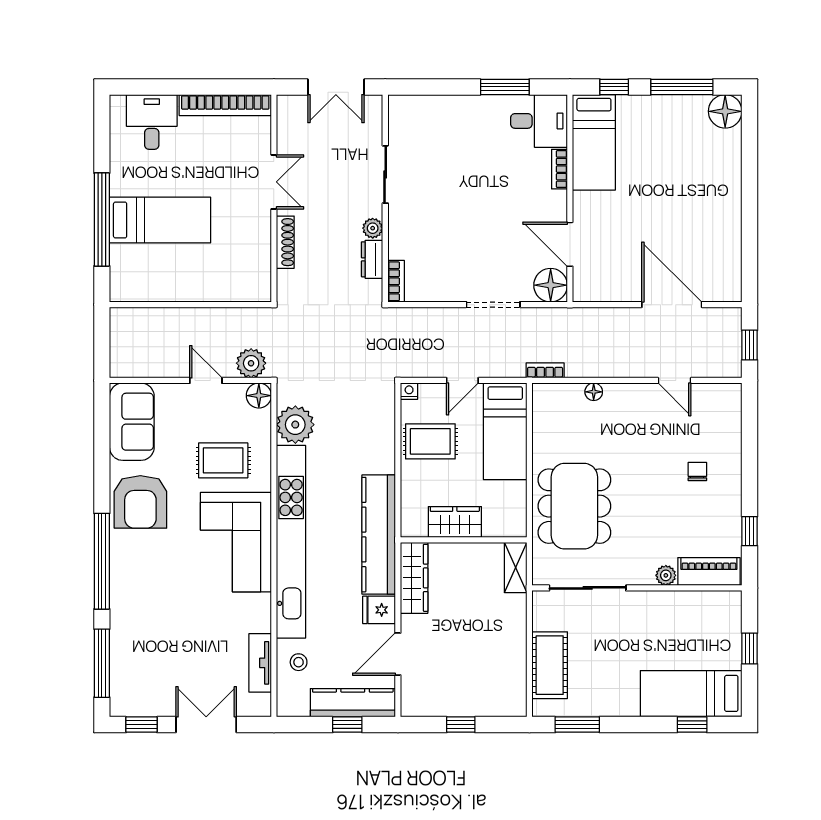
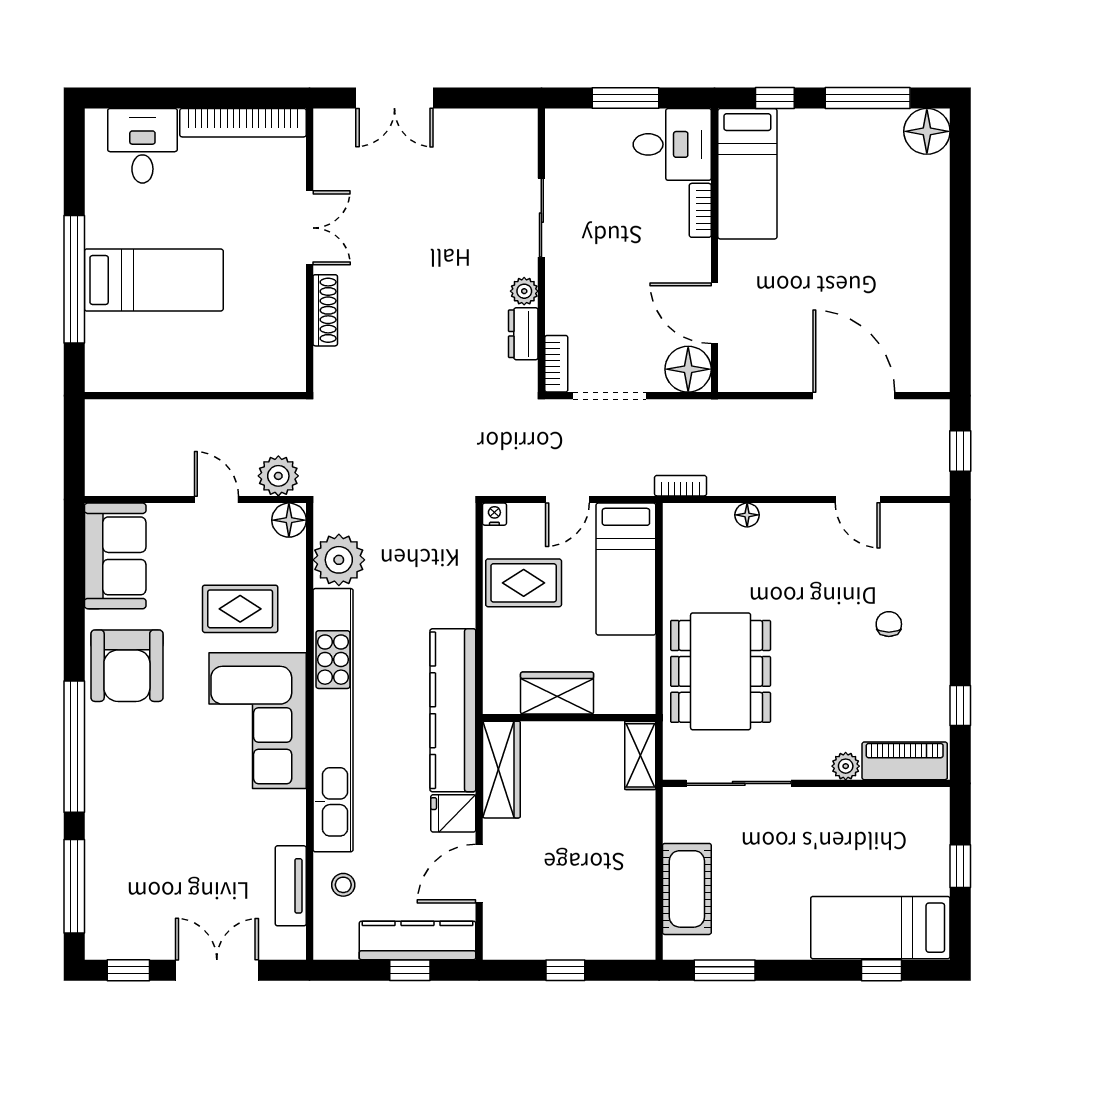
sliding door: (385, 174) -> (541, 218), moved
wall: (385, 198) -> (541, 250), moved
plant: (373, 228) -> (524, 291), moved
dresser: (372, 259) -> (523, 334), moved
bookcase: (396, 281) -> (556, 364), moved

